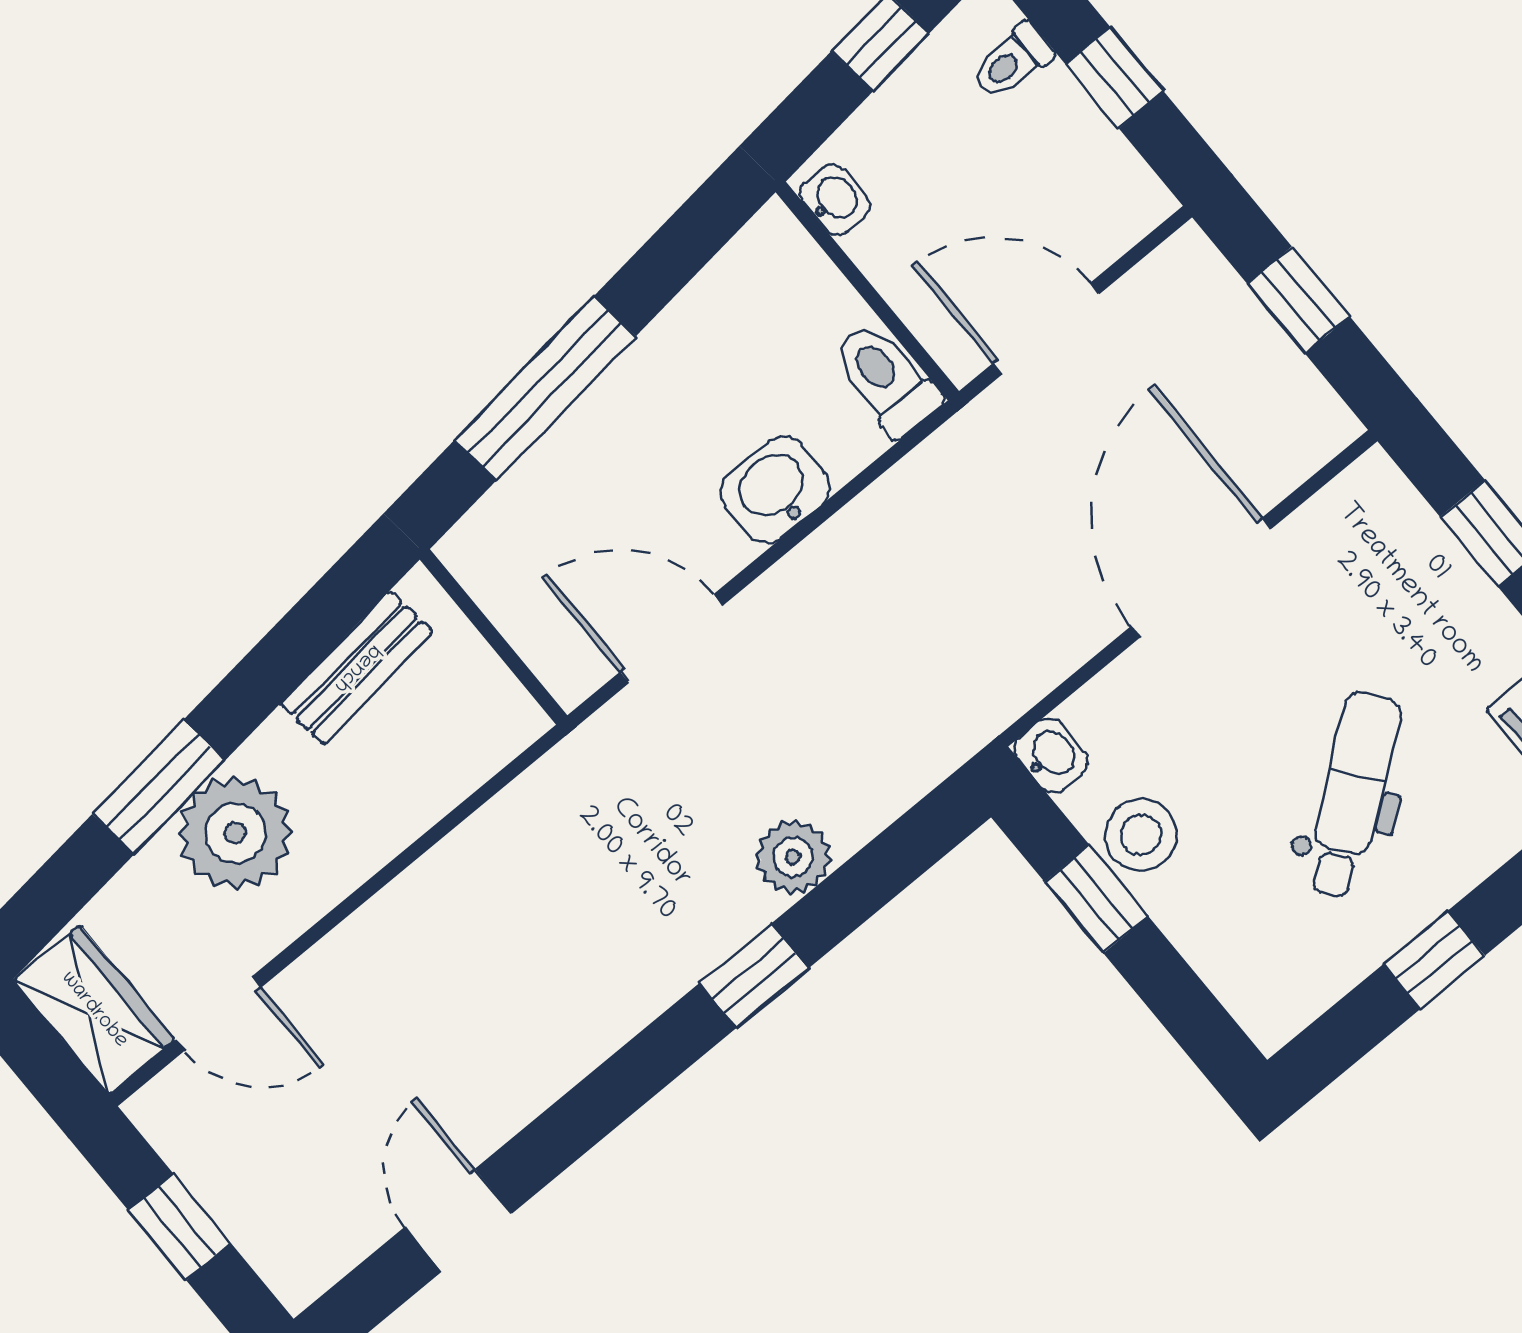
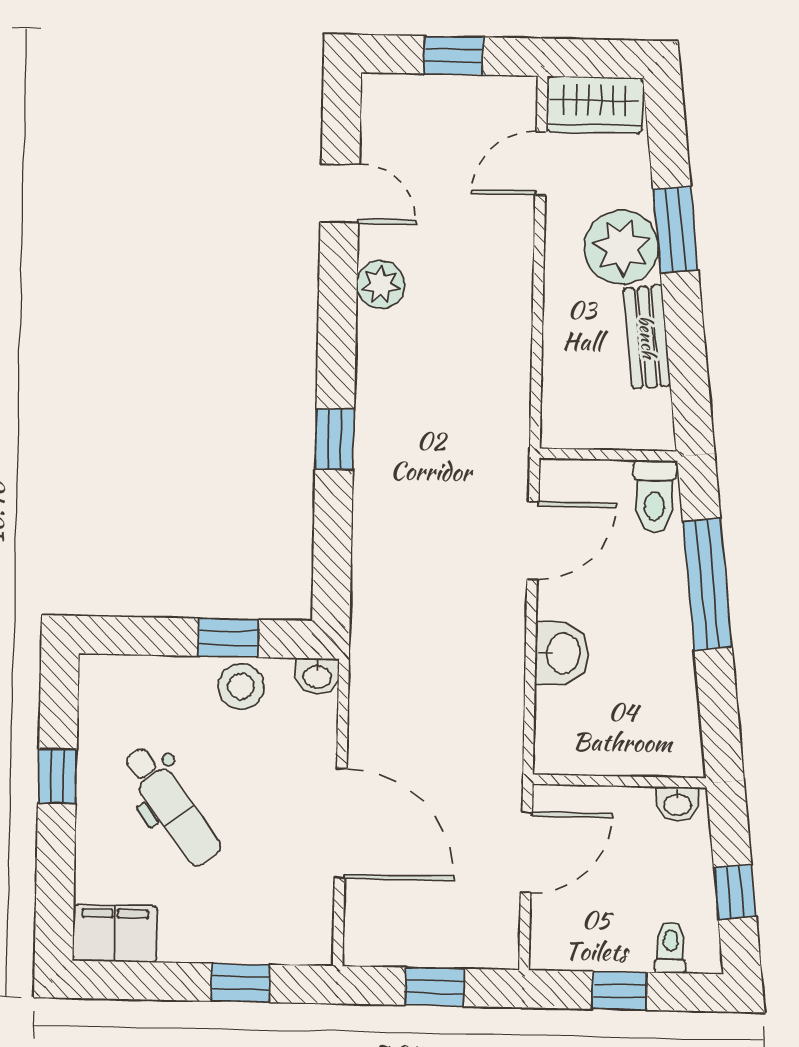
toilet: (886, 379) -> (655, 496), moved, turned 90
bench: (357, 668) -> (647, 337), moved
plant: (793, 857) -> (381, 285), moved

